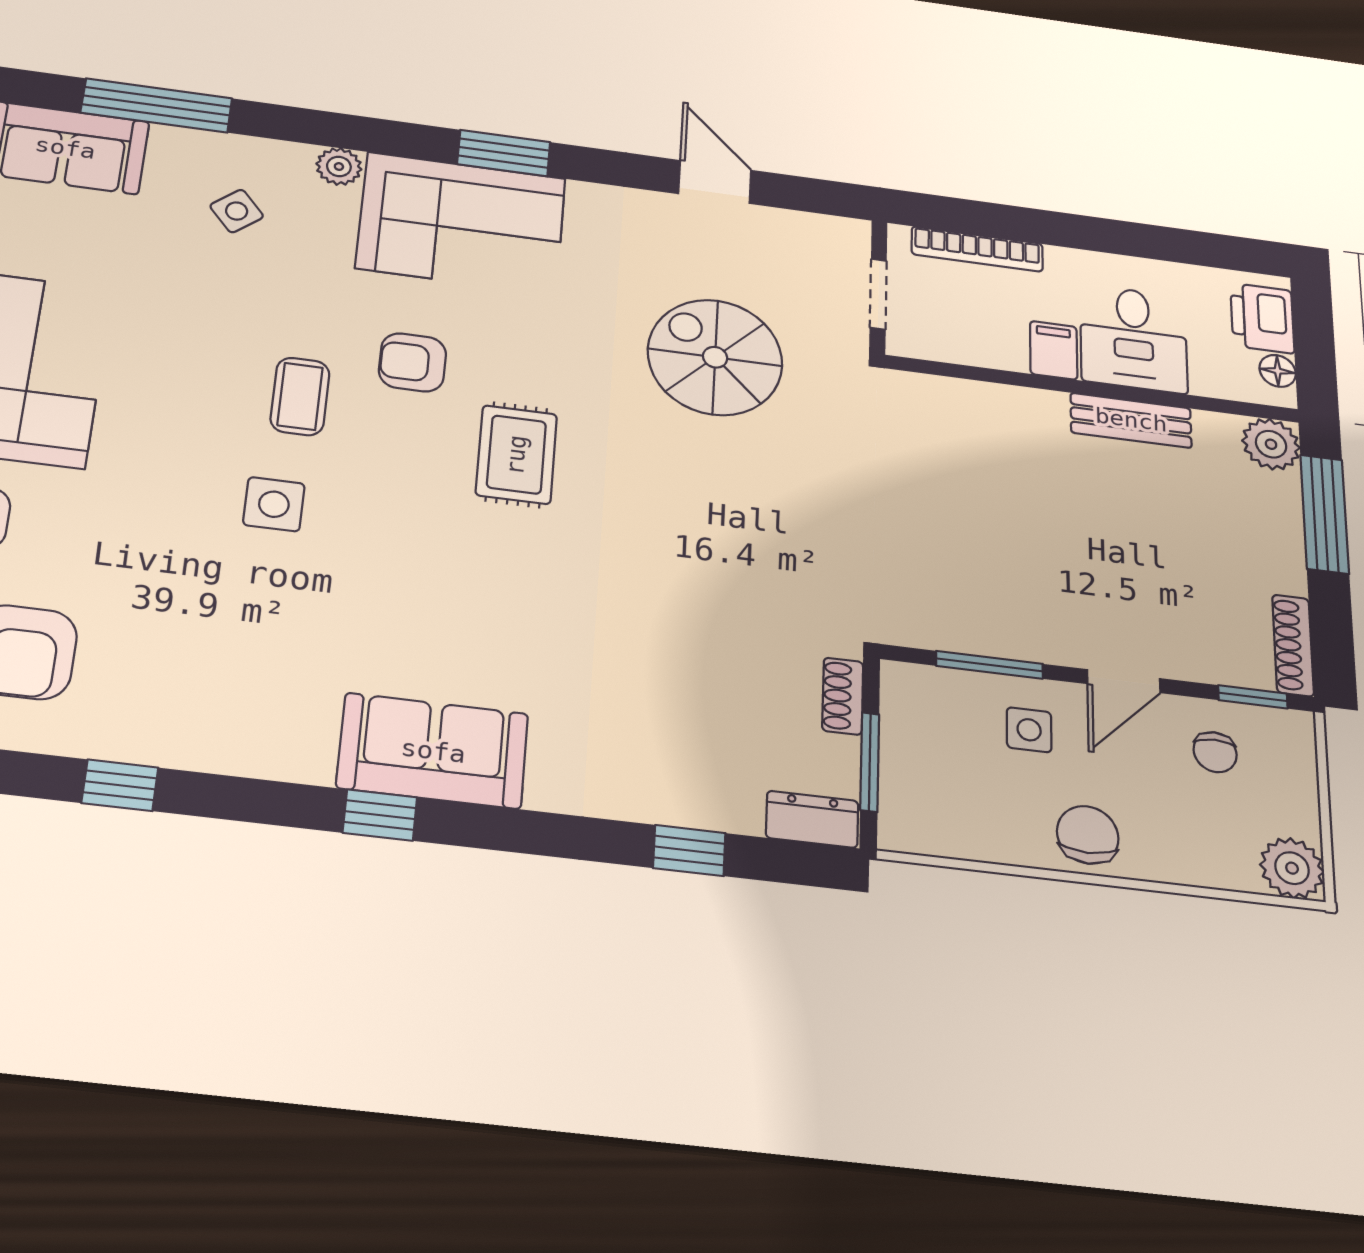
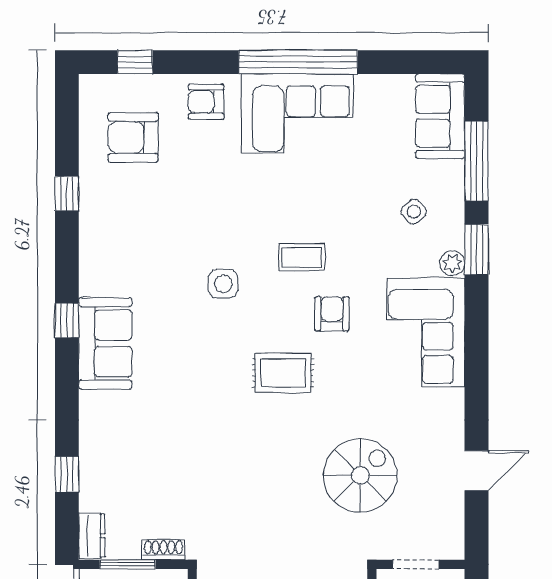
window: (504, 153) -> (476, 250), moved
side table: (274, 504) -> (223, 284), moved

